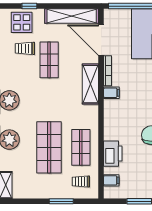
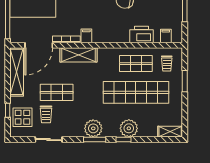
shop shelf: (49, 147) -> (136, 92), width x1.40

